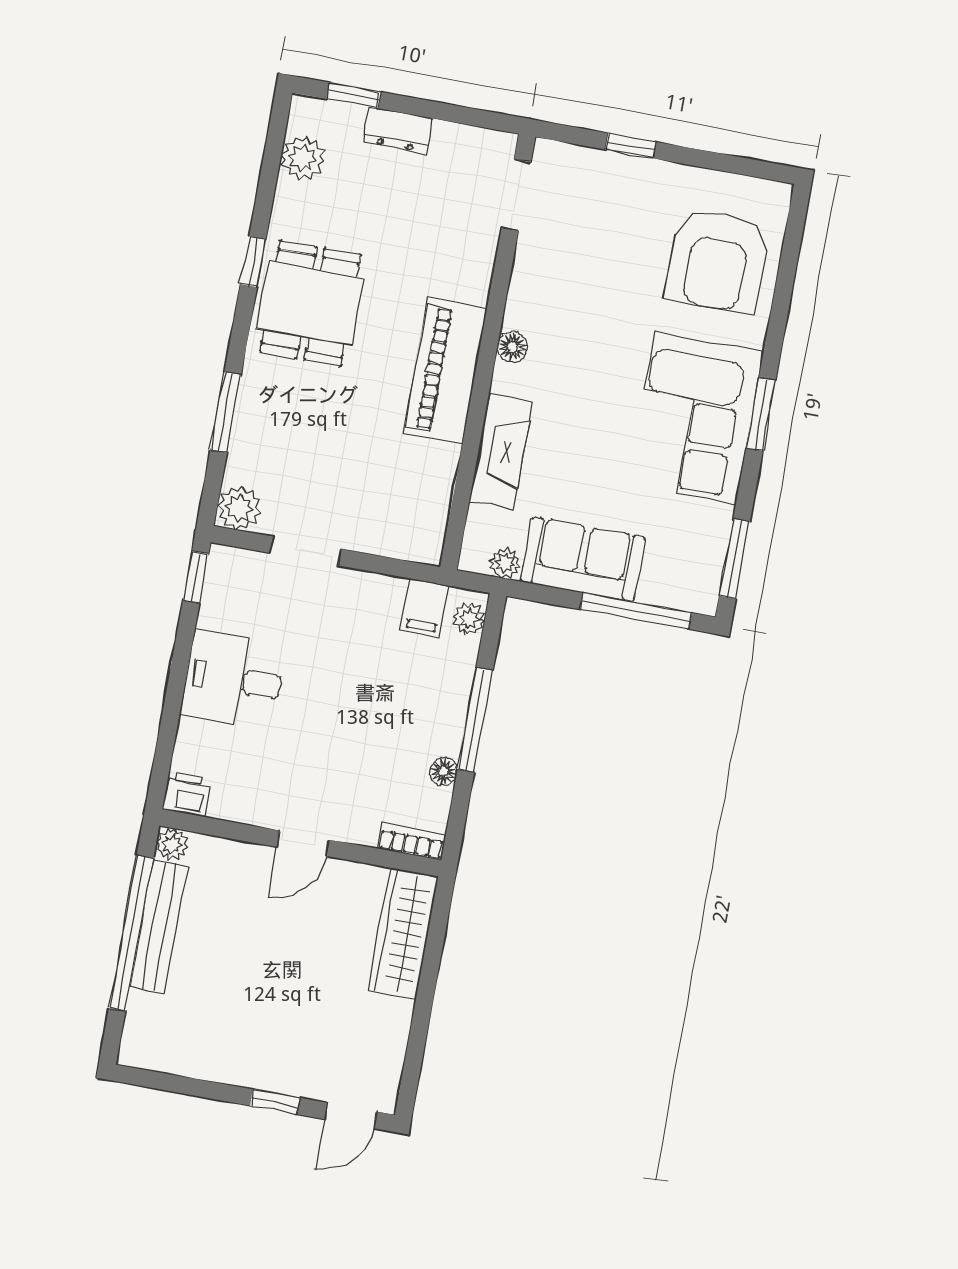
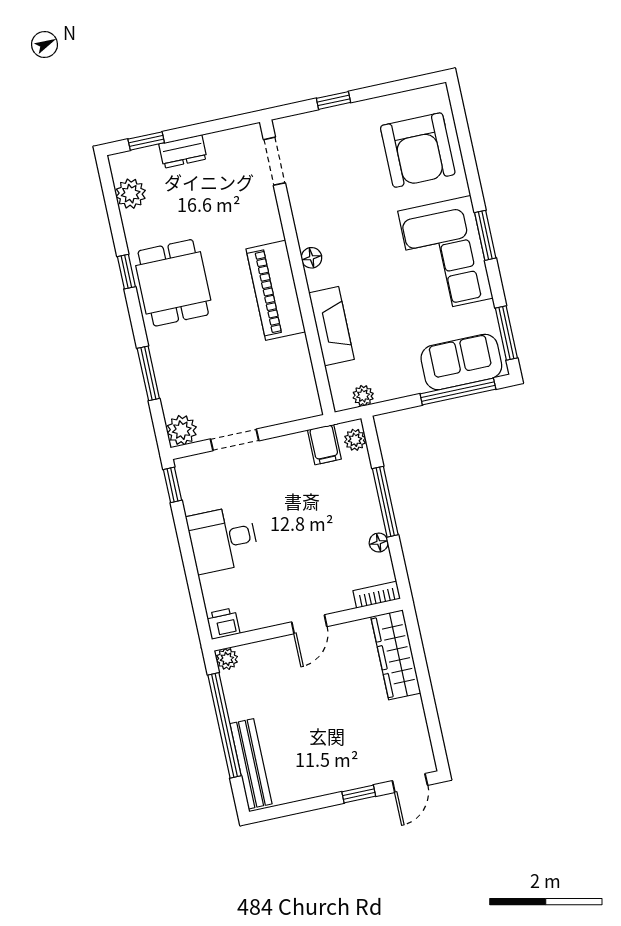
sofa: (583, 559) -> (461, 362), moved
bench: (159, 927) -> (251, 764), moved

